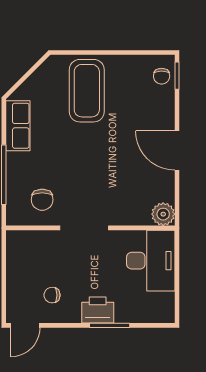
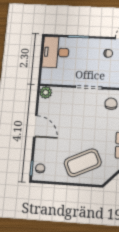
coffee table: (87, 91) -> (83, 163), turned 65
desk: (151, 261) -> (56, 52), moved
printer: (98, 310) -> (84, 45), removed

